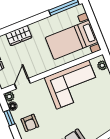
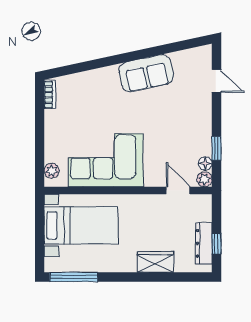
door: (22, 84) -> (178, 190), swing flipped
armchair: (30, 123) -> (190, 129), removed

